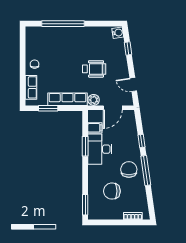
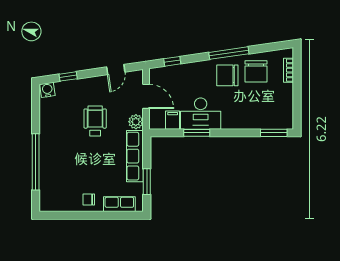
window: (141, 141) -> (172, 61), moved
chair: (112, 191) -> (256, 71), moved

